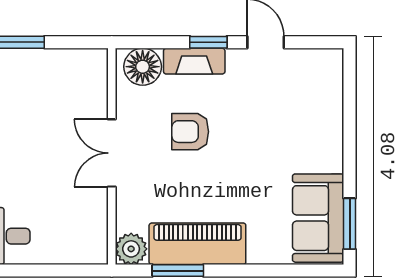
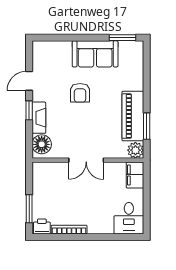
armchair: (190, 132) -> (80, 93), moved
sofa: (318, 218) -> (95, 54), moved
filing cabinet: (83, 248) -> (135, 175), added

